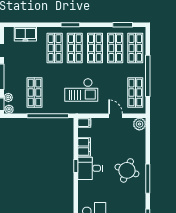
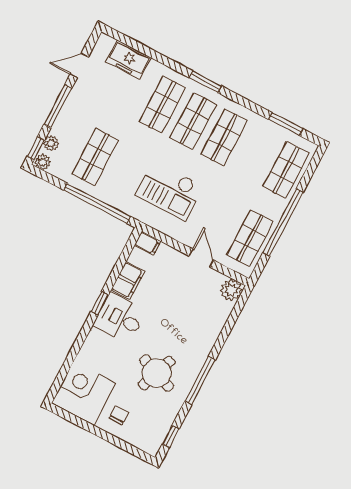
shop shelf: (115, 48) -> (255, 154), removed
round table: (127, 170) -> (157, 373), moved

